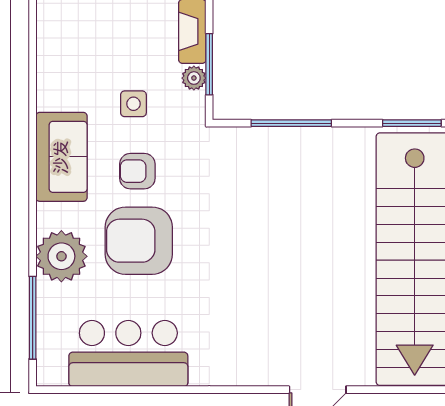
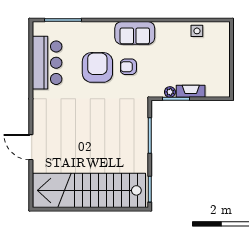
side table: (133, 104) -> (197, 31), moved
armchair: (137, 171) -> (128, 67), turned -90
plant: (61, 256) -> (90, 33), removed

